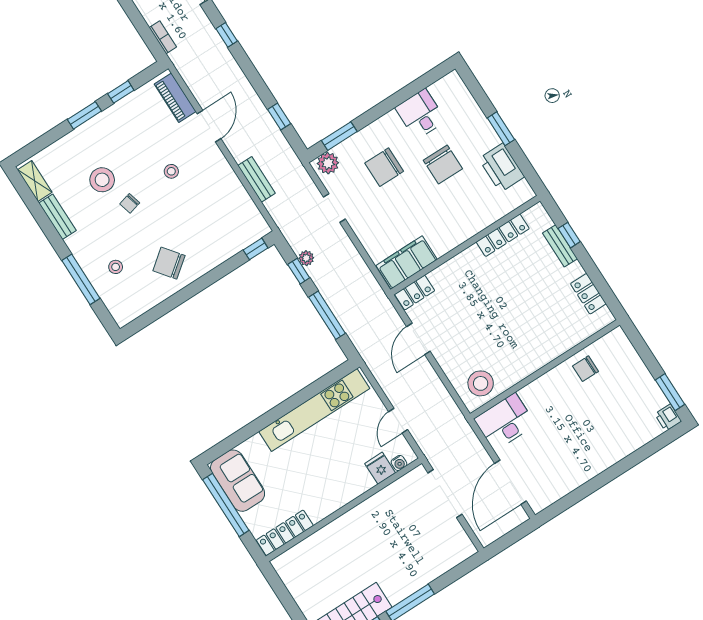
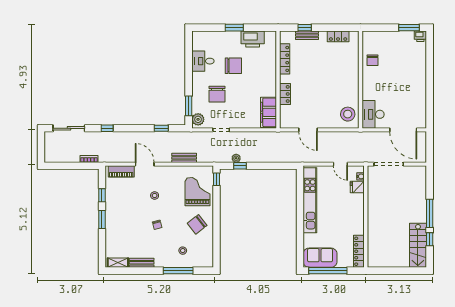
stool: (102, 180) -> (138, 231), removed
grand piano: (218, 232) -> (197, 192), added
locker: (415, 292) -> (285, 94), moved
window: (327, 315) -> (269, 166), removed

